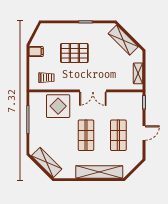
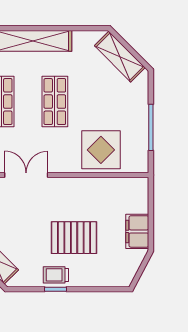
filing cabinet: (36, 52) -> (137, 231), width x2.00
trolley: (46, 78) -> (56, 275), moved
double door: (93, 91) -> (26, 175), moved

